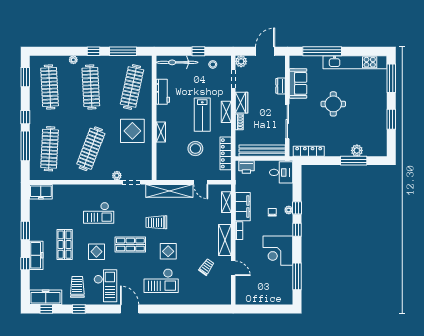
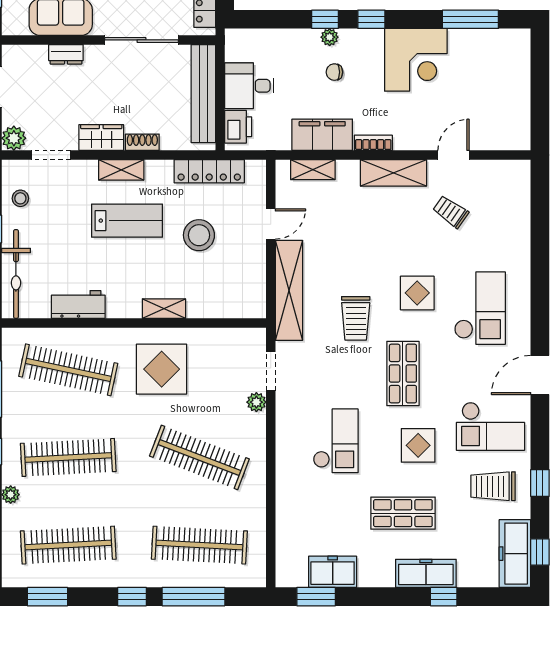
desk: (281, 172) -> (249, 86), moved, turned -90
freezer: (41, 192) -> (333, 572), moved, turned -90
window: (25, 230) -> (316, 597), moved
checkout: (105, 286) -> (490, 426), turned 180

